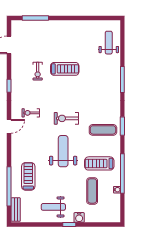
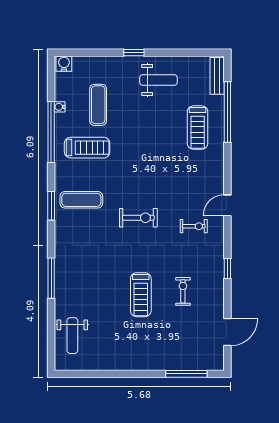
treadmill: (65, 69) -> (141, 295), turned -90
weight bench: (63, 151) -> (143, 167), removed
water cooler: (79, 217) -> (64, 64), moved

